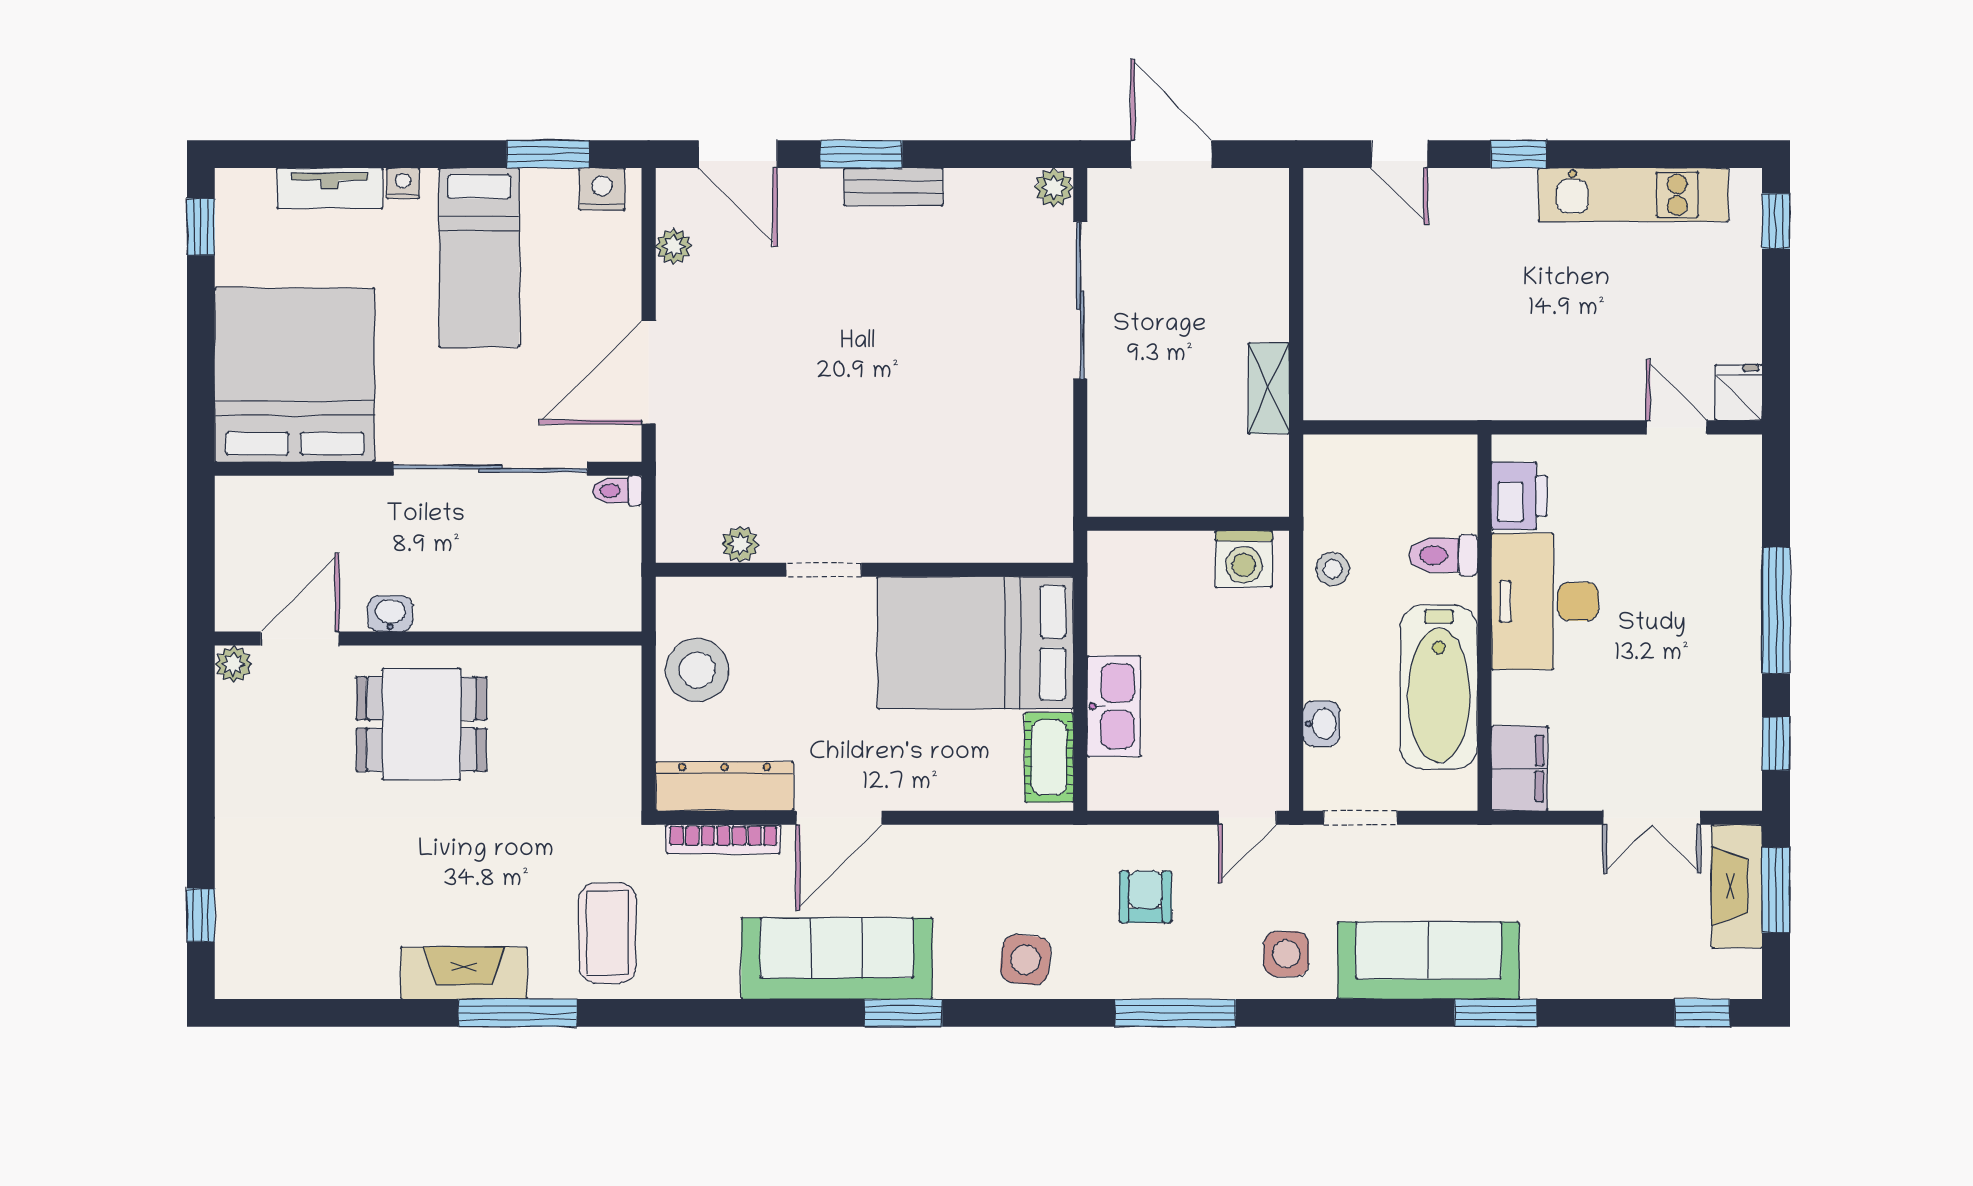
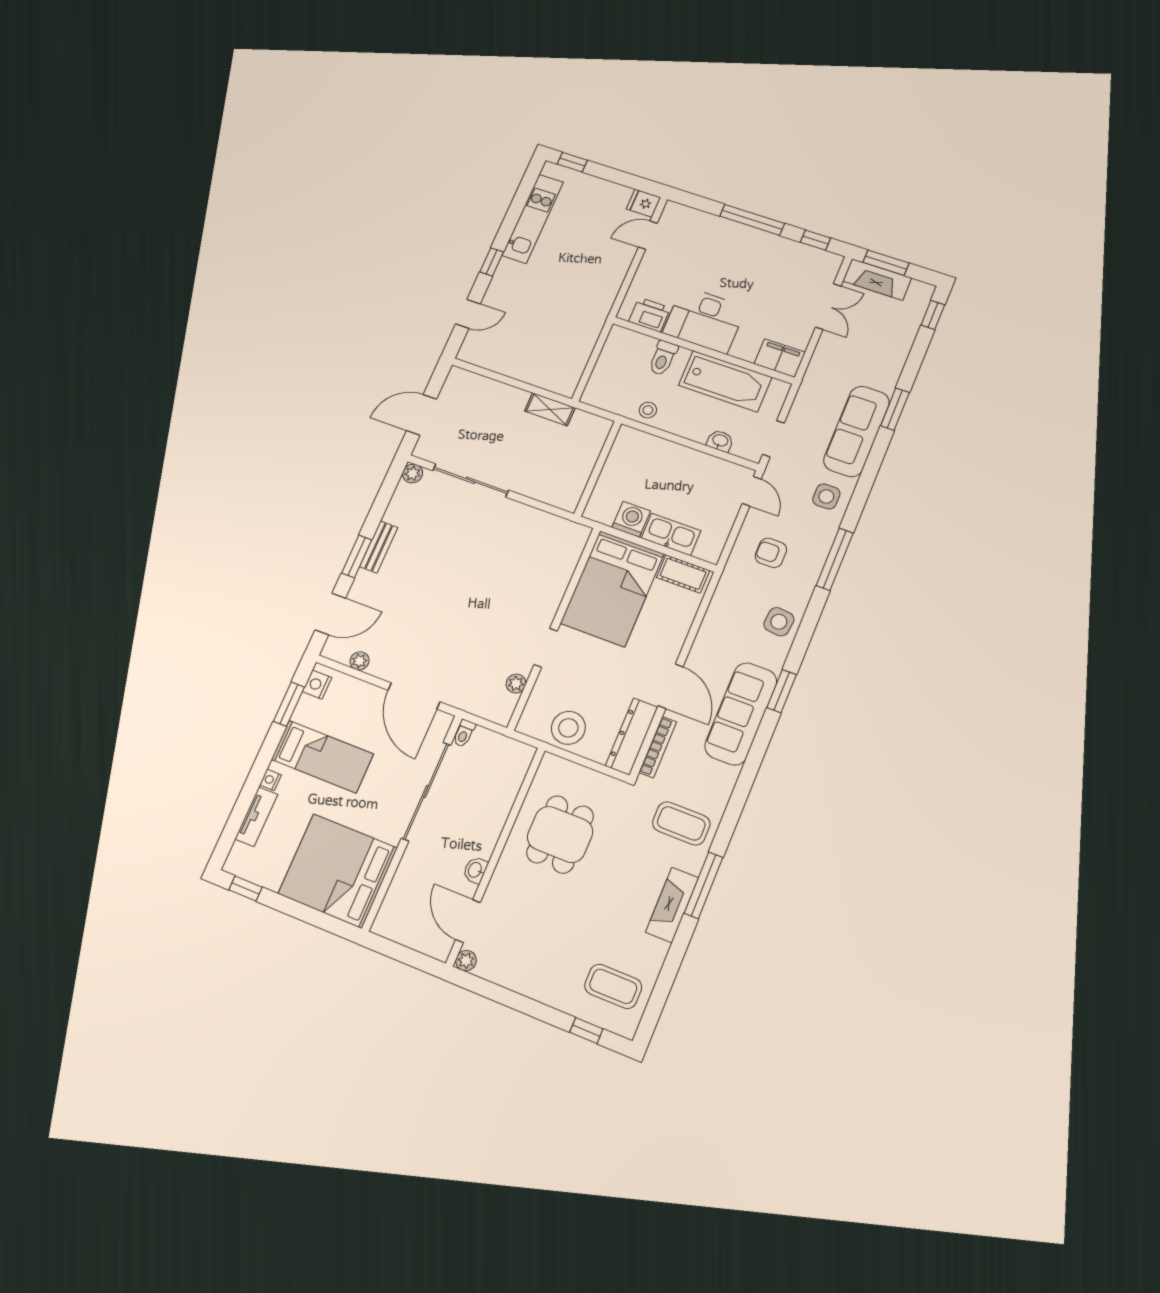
washing machine: (1244, 559) -> (631, 519), moved, turned -90
dining table: (421, 724) -> (560, 834), moved
coffee table: (291, 930) -> (613, 986), added

